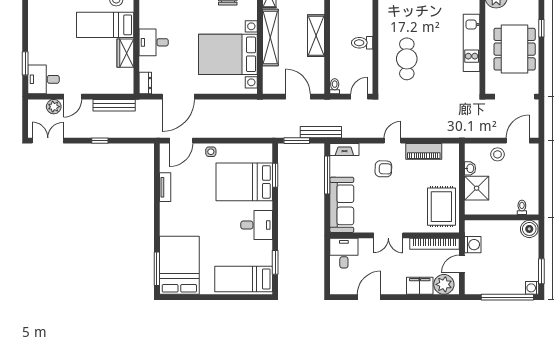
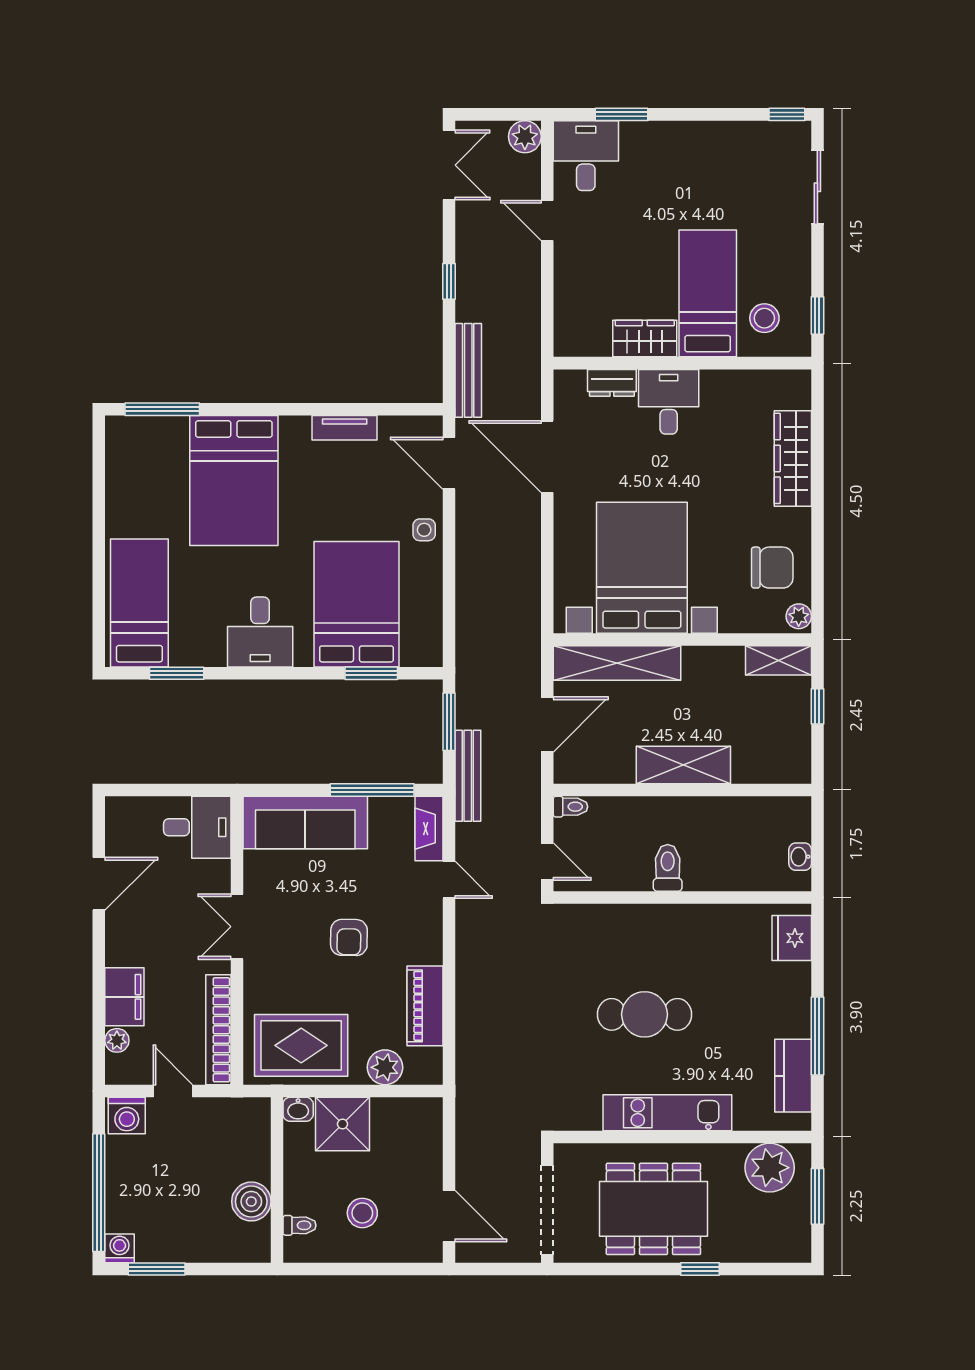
shelving: (270, 37) -> (617, 663), moved
cafe table: (407, 59) -> (645, 1014), moved
dresser: (145, 83) -> (612, 383), moved
bench: (114, 105) -> (468, 370), moved
plant: (54, 107) -> (525, 137), moved
door: (392, 141) -> (449, 880), moved
stool: (498, 154) -> (362, 1213), moved
washbasin: (470, 168) -> (298, 1109), moved
armchair: (383, 169) -> (349, 937), moved
plant: (451, 169) -> (385, 1067), added
boiler: (529, 229) -> (251, 1201), moved
washing machine: (473, 245) -> (127, 1115), moved
bed: (179, 265) -> (234, 480), moved, turned 90
plant: (444, 284) -> (117, 1040), width x0.53, depth x0.53
door: (369, 297) -> (99, 884), hinge flipped

